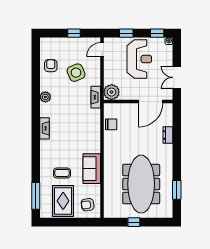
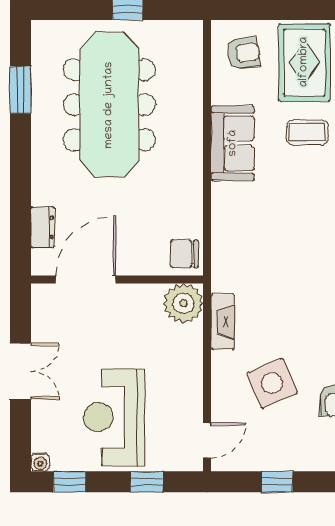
plant: (112, 92) -> (183, 303), moved
wall: (138, 102) -> (117, 280), moved
door: (151, 102) -> (86, 280), moved

